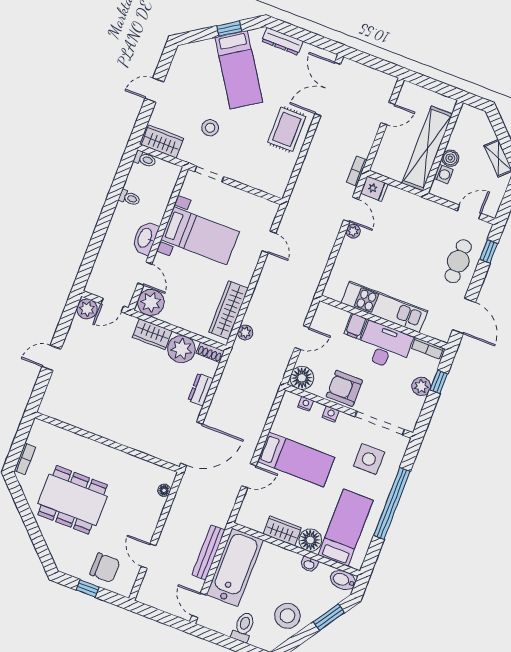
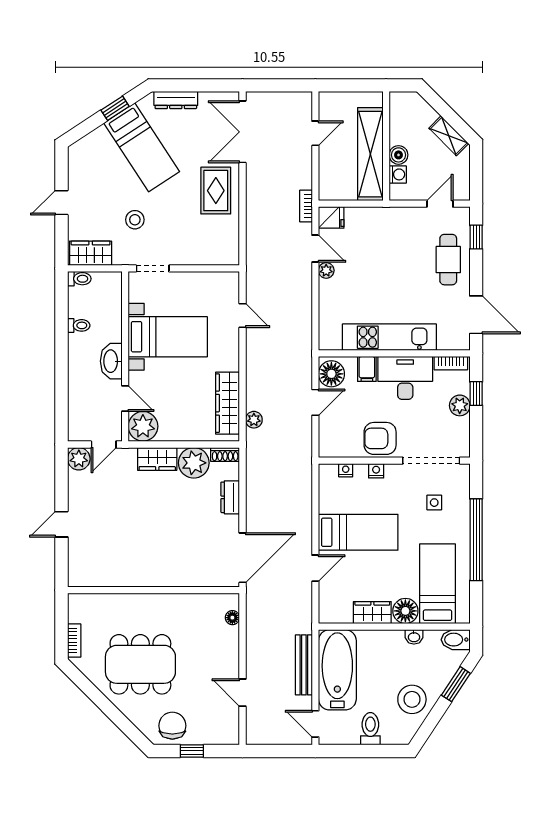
floor lamp: (302, 378) -> (331, 374), moved
side table: (369, 459) -> (434, 503), width x0.54, depth x0.54
chair: (105, 568) -> (172, 726), moved, turned -90

